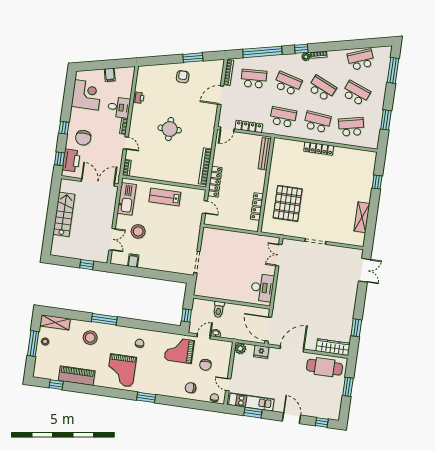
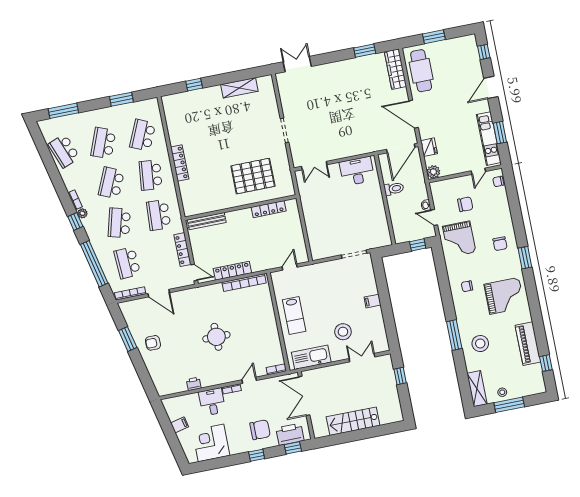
school desk: (351, 127) -> (143, 135), turned 36
locker: (215, 182) -> (232, 271), moved
filing cabinet: (133, 261) -> (373, 301), moved
toilet: (219, 309) -> (394, 189), moved
chair: (191, 388) -> (500, 244), moved

